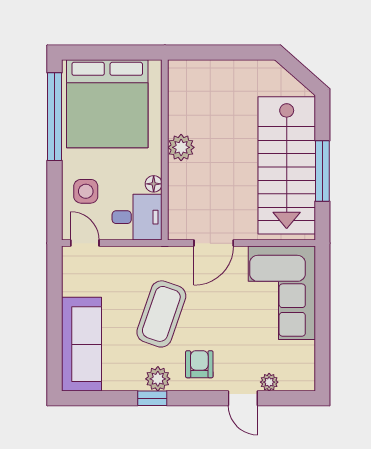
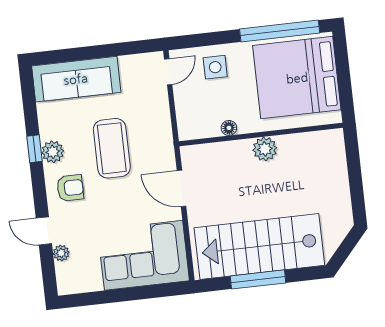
desk: (137, 217) -> (197, 116), removed
coffee table: (161, 314) -> (112, 148), turned 71
door: (243, 398) -> (44, 231), hinge flipped

